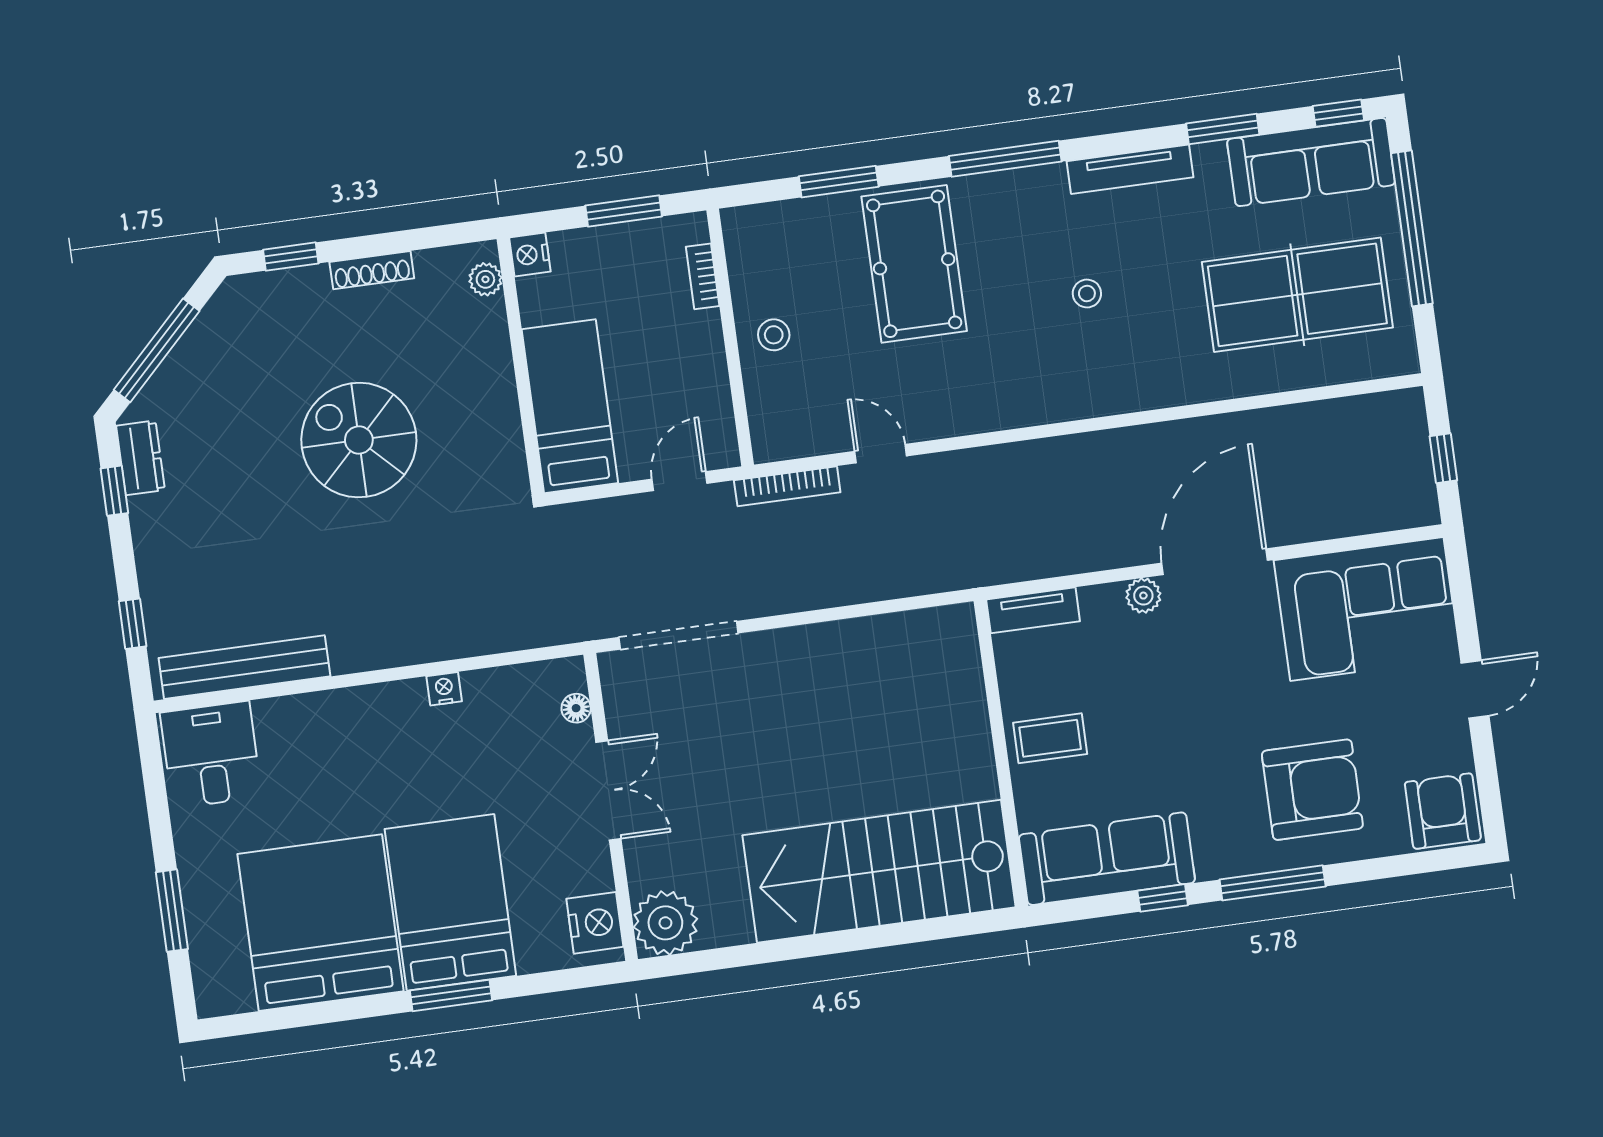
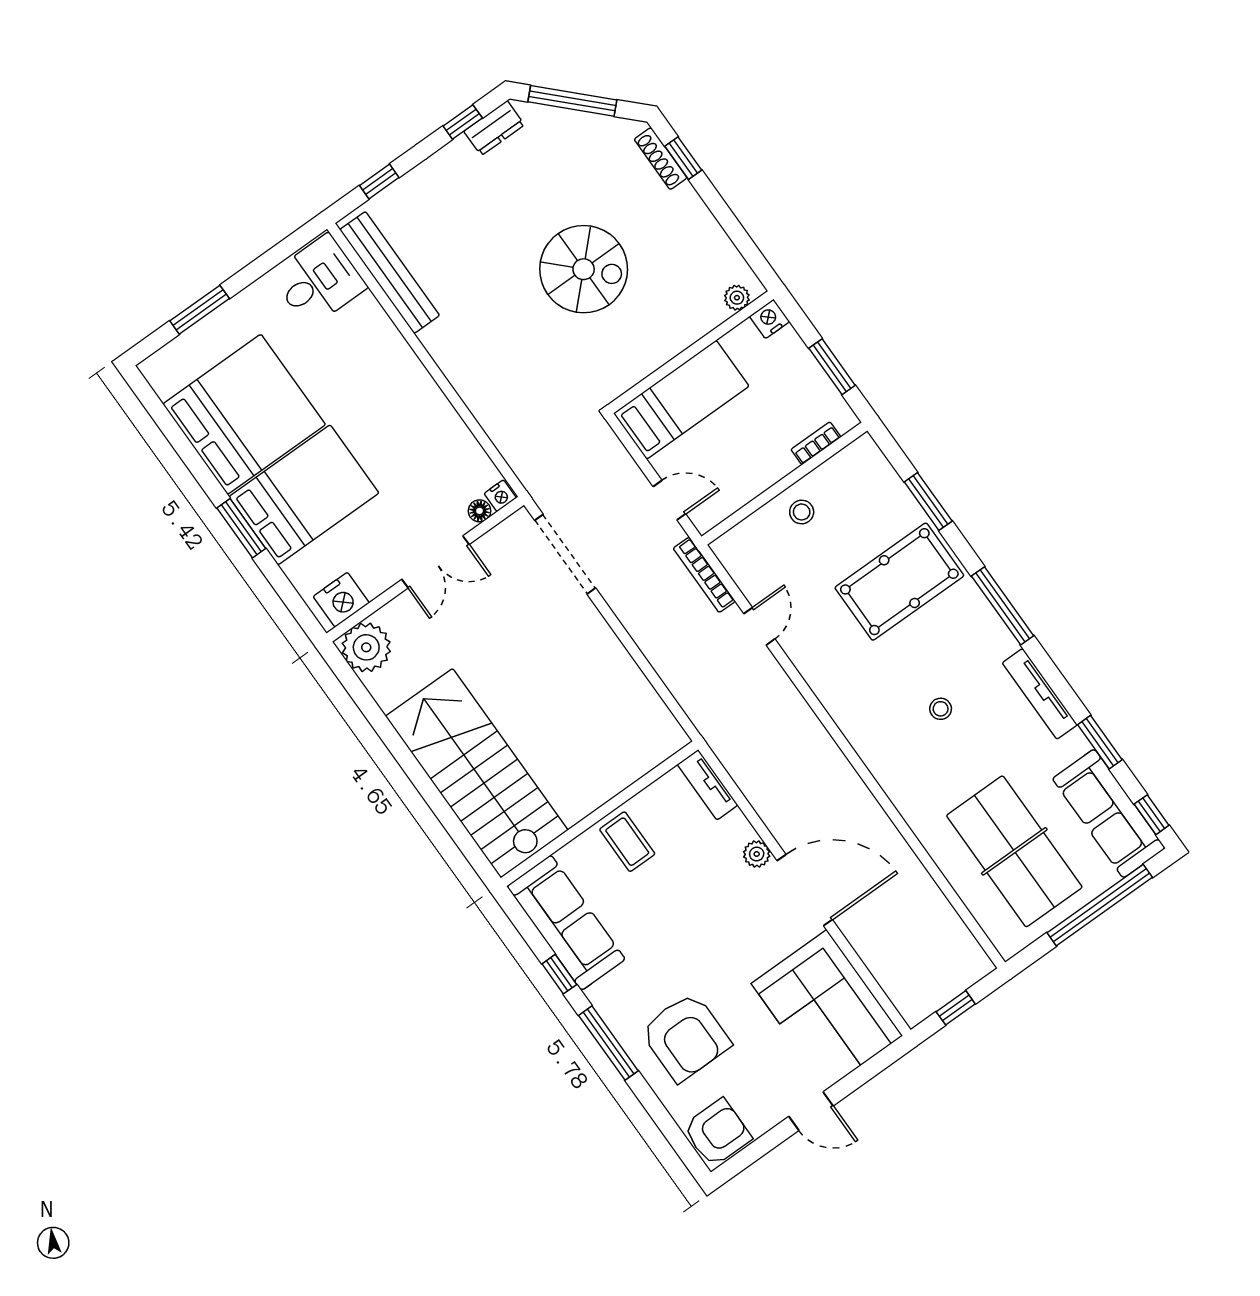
shoe rack: (372, 270) -> (661, 159), moved
spiral stairs: (359, 440) -> (584, 269), turned 90
nightstand: (444, 689) -> (500, 496), moved, turned 90

